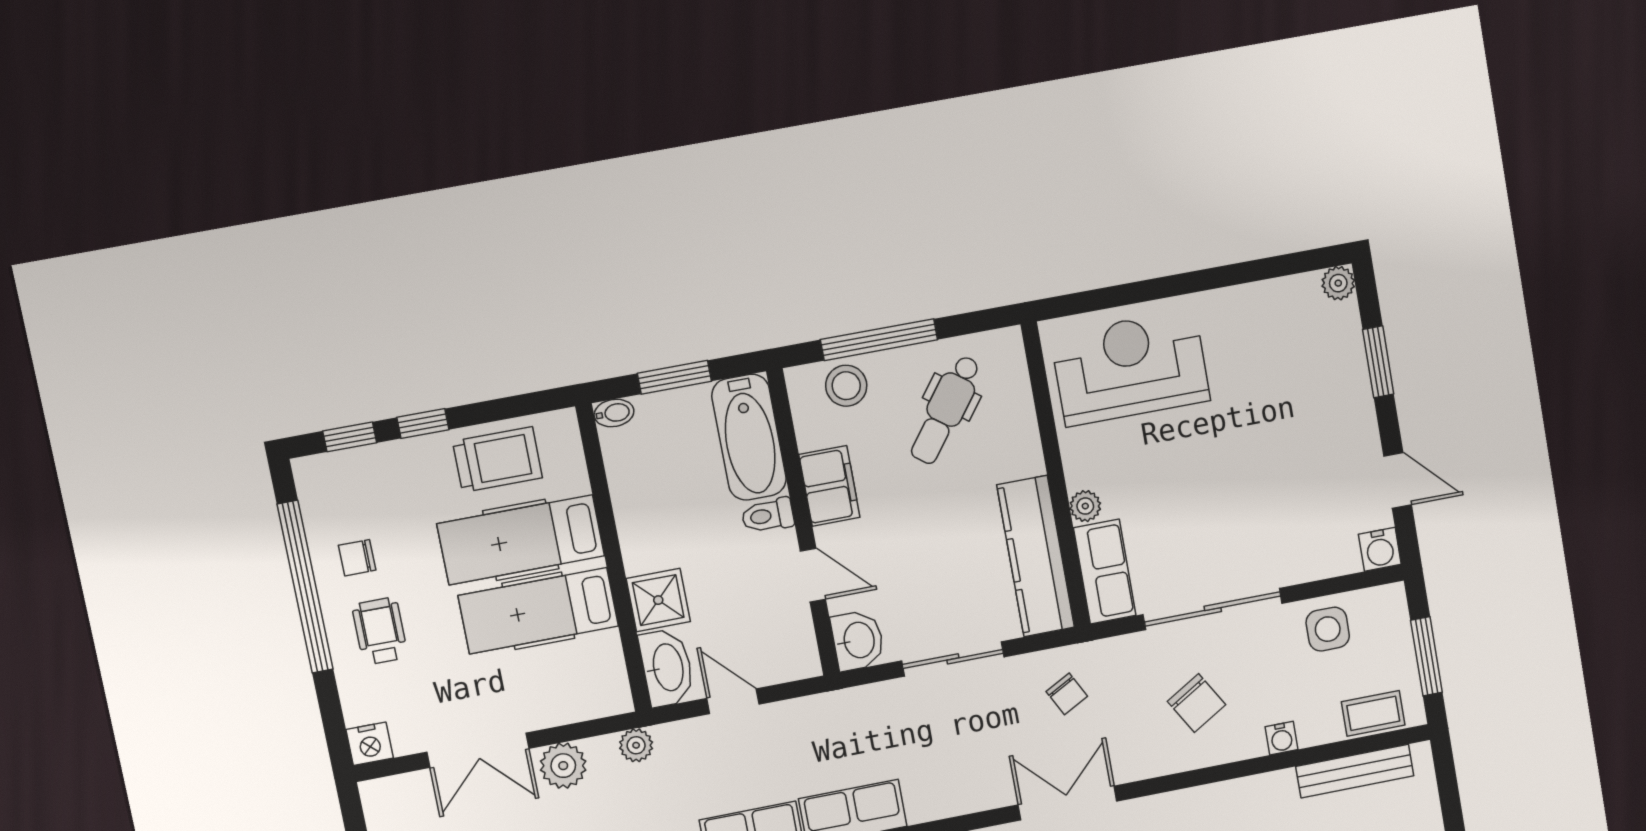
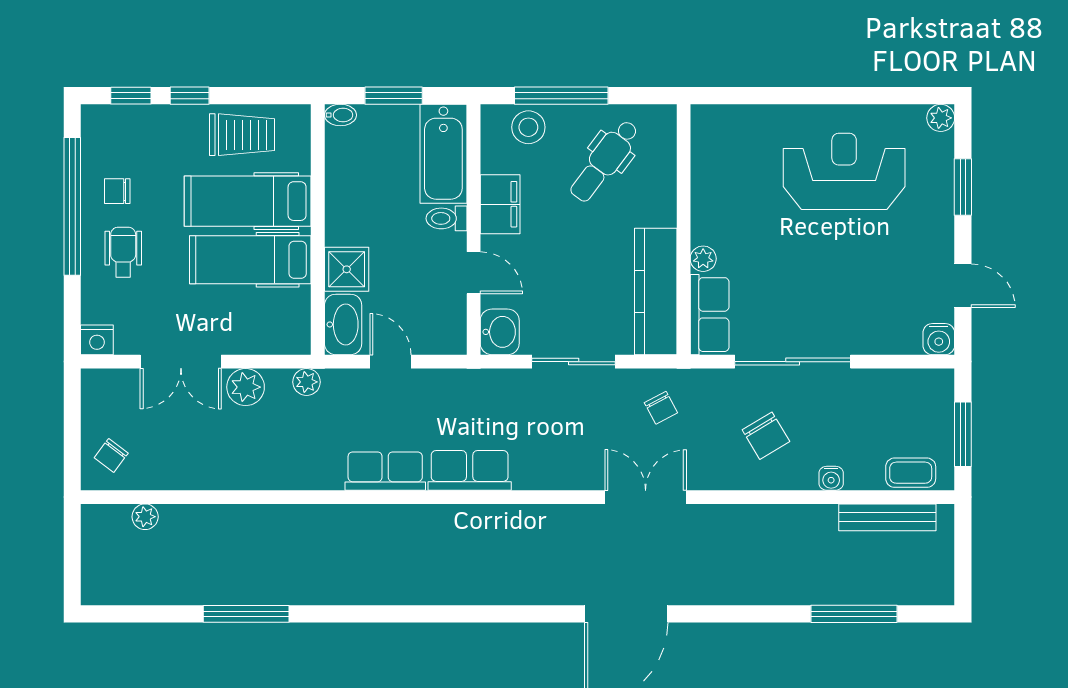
reception desk: (1130, 368) -> (844, 171), moved
side table: (1328, 629) -> (885, 396), removed

